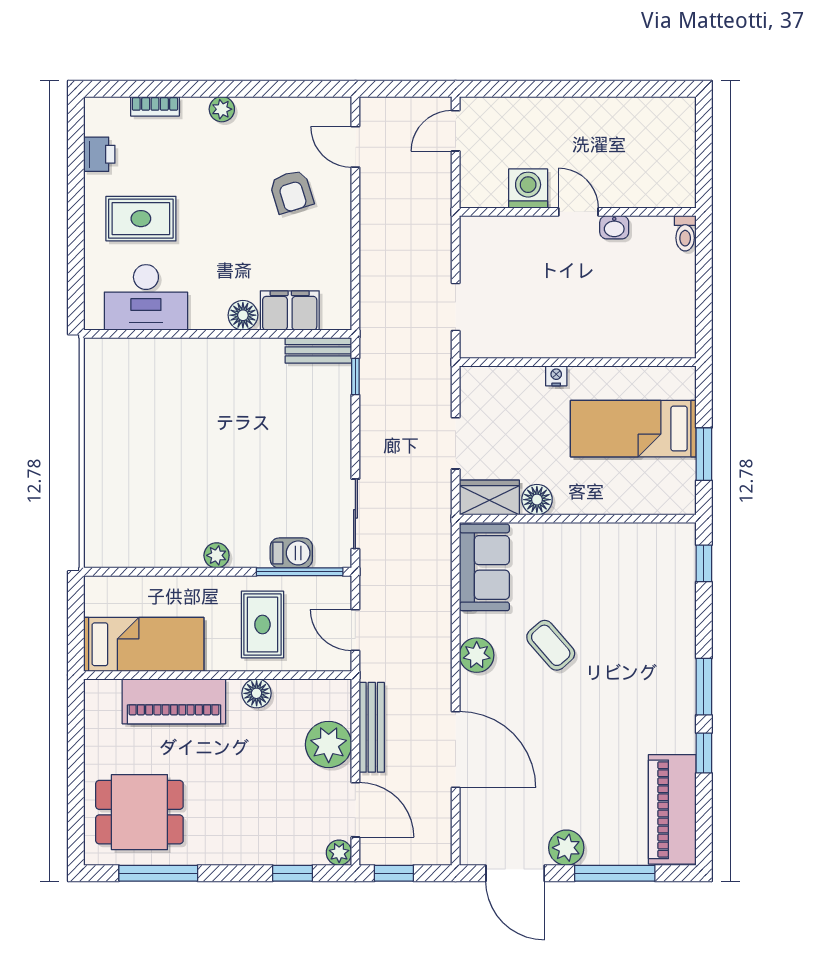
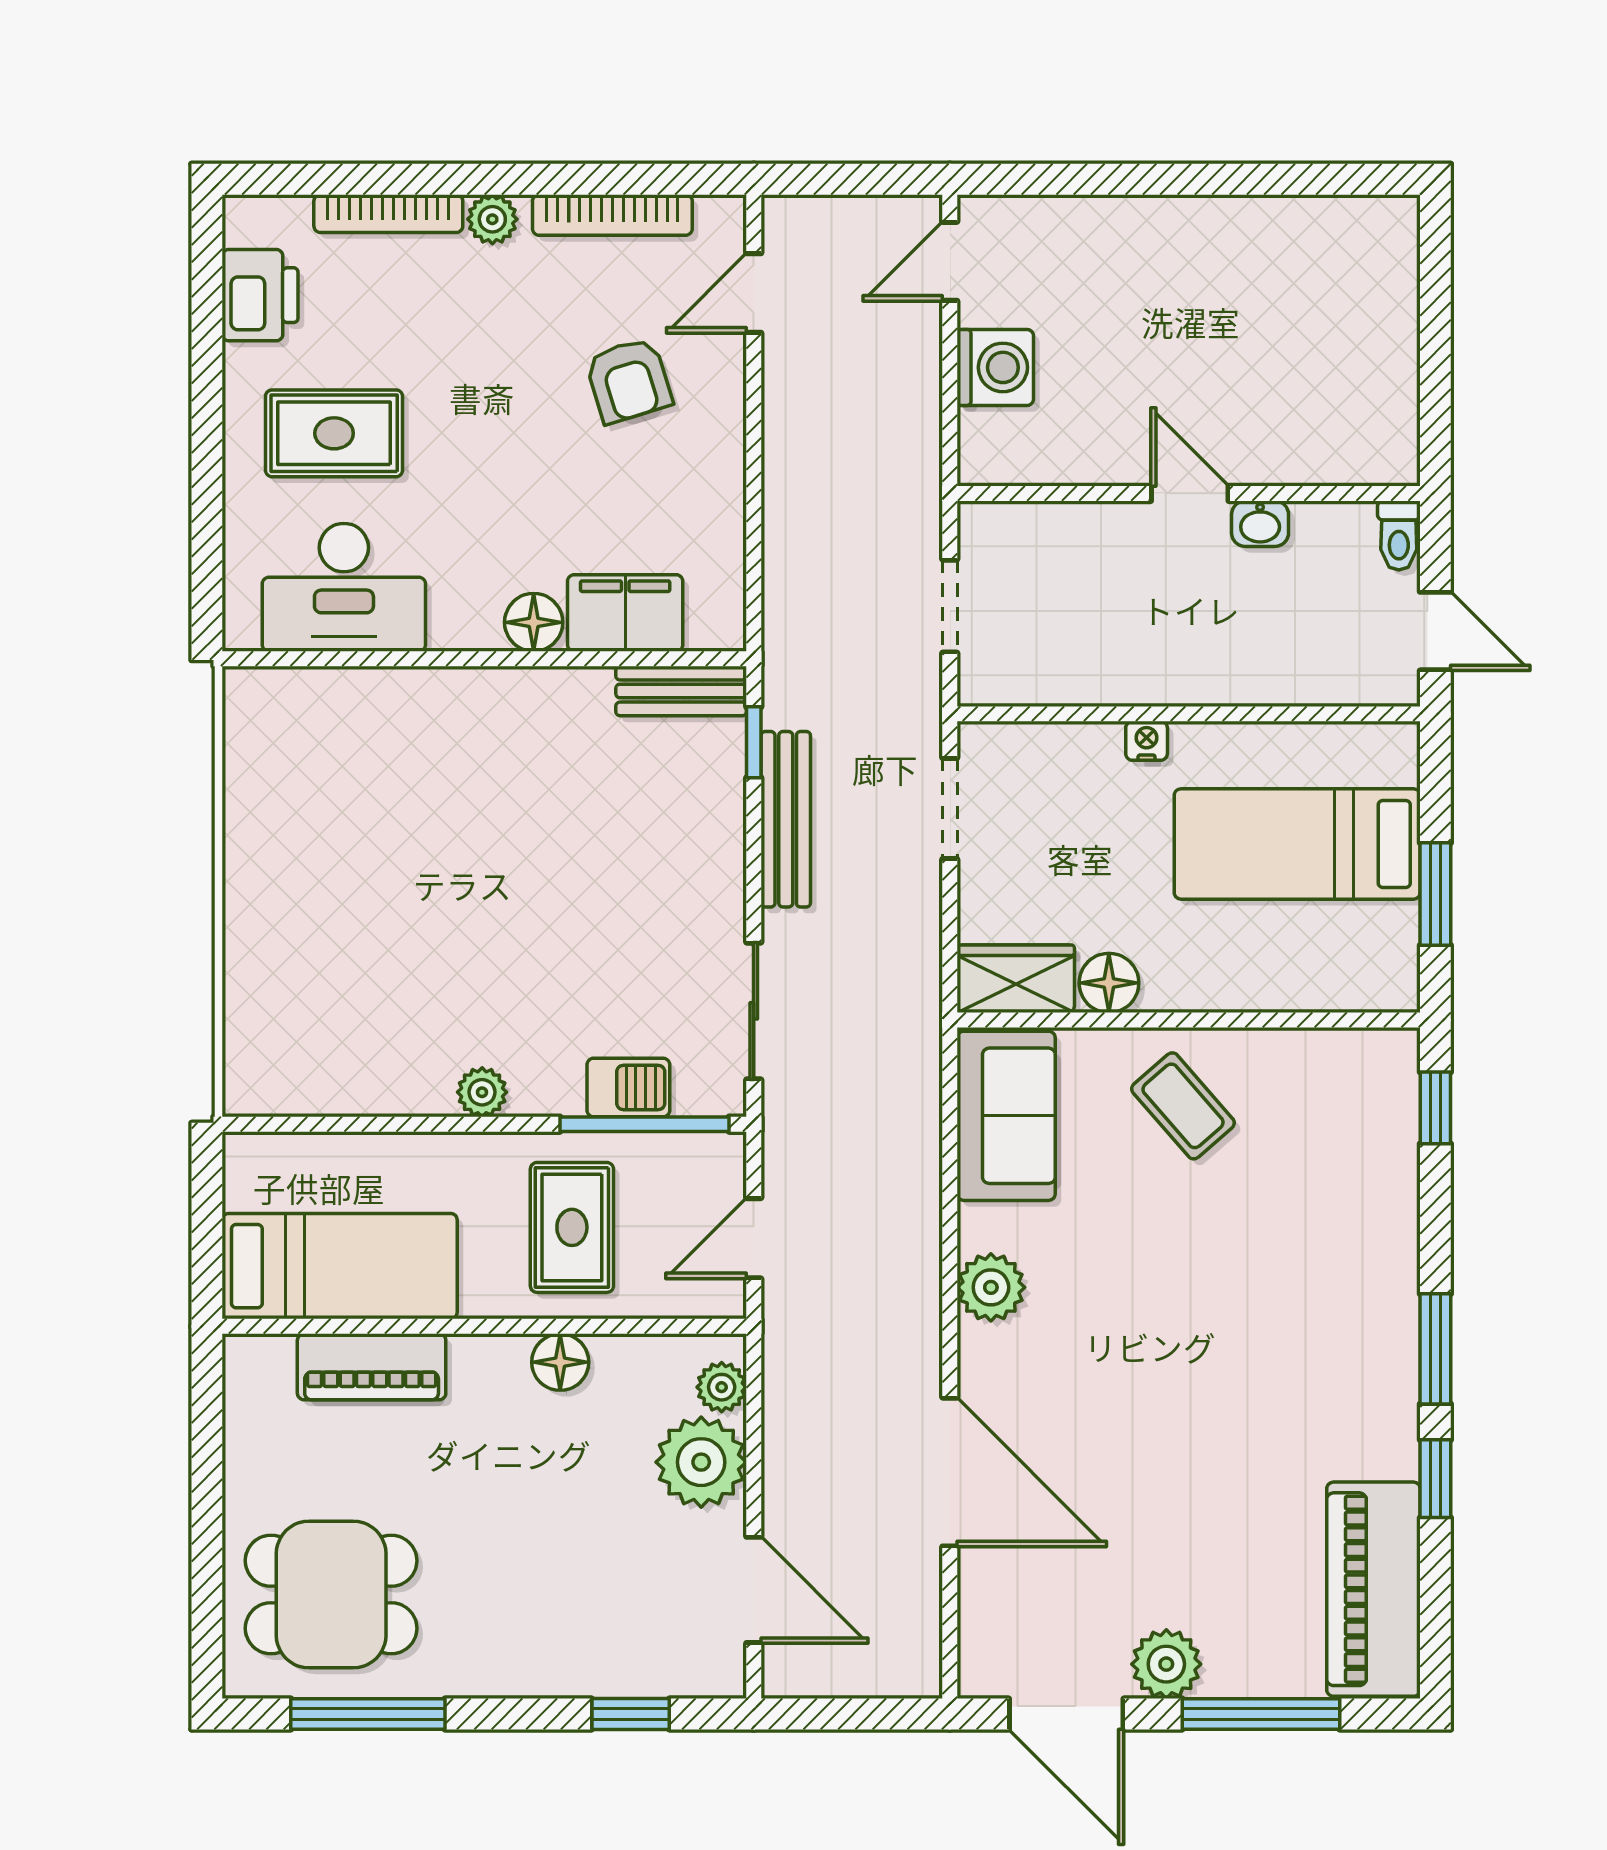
bookcase: (155, 106) -> (388, 214), width x1.56
bookcase: (283, 107) -> (612, 215), added
door: (355, 147) -> (754, 293), hinge flipped
printer: (99, 154) -> (260, 295), width x1.36, depth x1.24
washing machine: (528, 188) -> (995, 367), moved, turned 90
door: (578, 212) -> (1190, 493), moved
wall: (578, 212) -> (1189, 493), moved
washbasin: (614, 227) -> (1260, 524), moved
toilet: (685, 233) -> (1399, 535), moved
door: (704, 320) -> (1435, 631), added
doorway: (456, 443) -> (950, 808), moved
door: (355, 630) -> (754, 1238), hinge flipped
coffee table: (551, 645) -> (1183, 1106), moved
piano: (174, 701) -> (372, 1367), width x0.73, depth x0.75
bench: (372, 727) -> (786, 819), moved
plant: (339, 853) -> (722, 1387), moved
window: (394, 873) -> (829, 1714), removed

